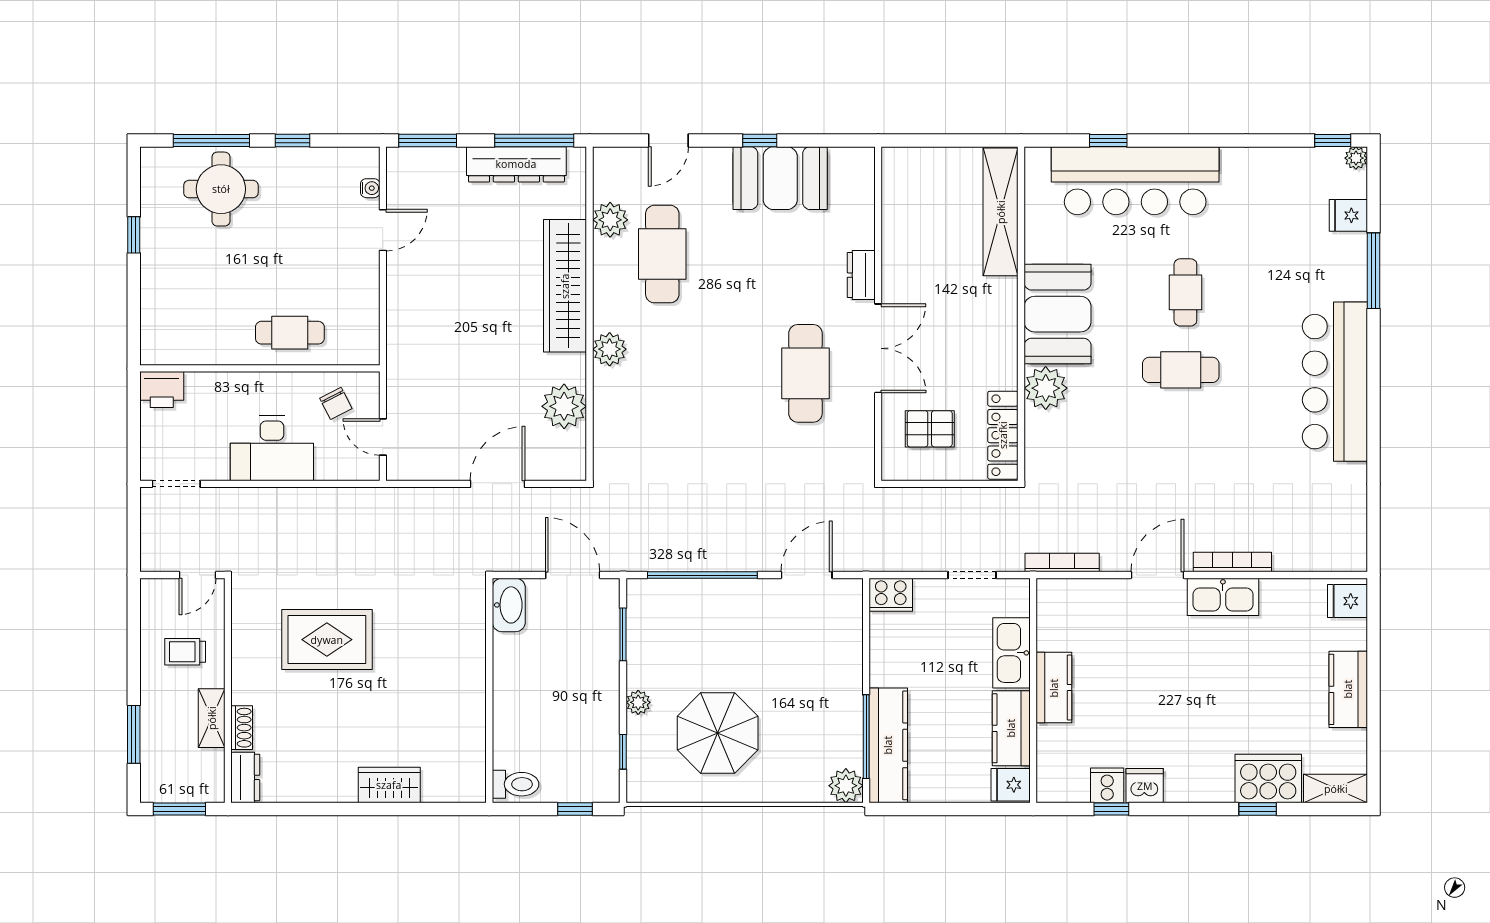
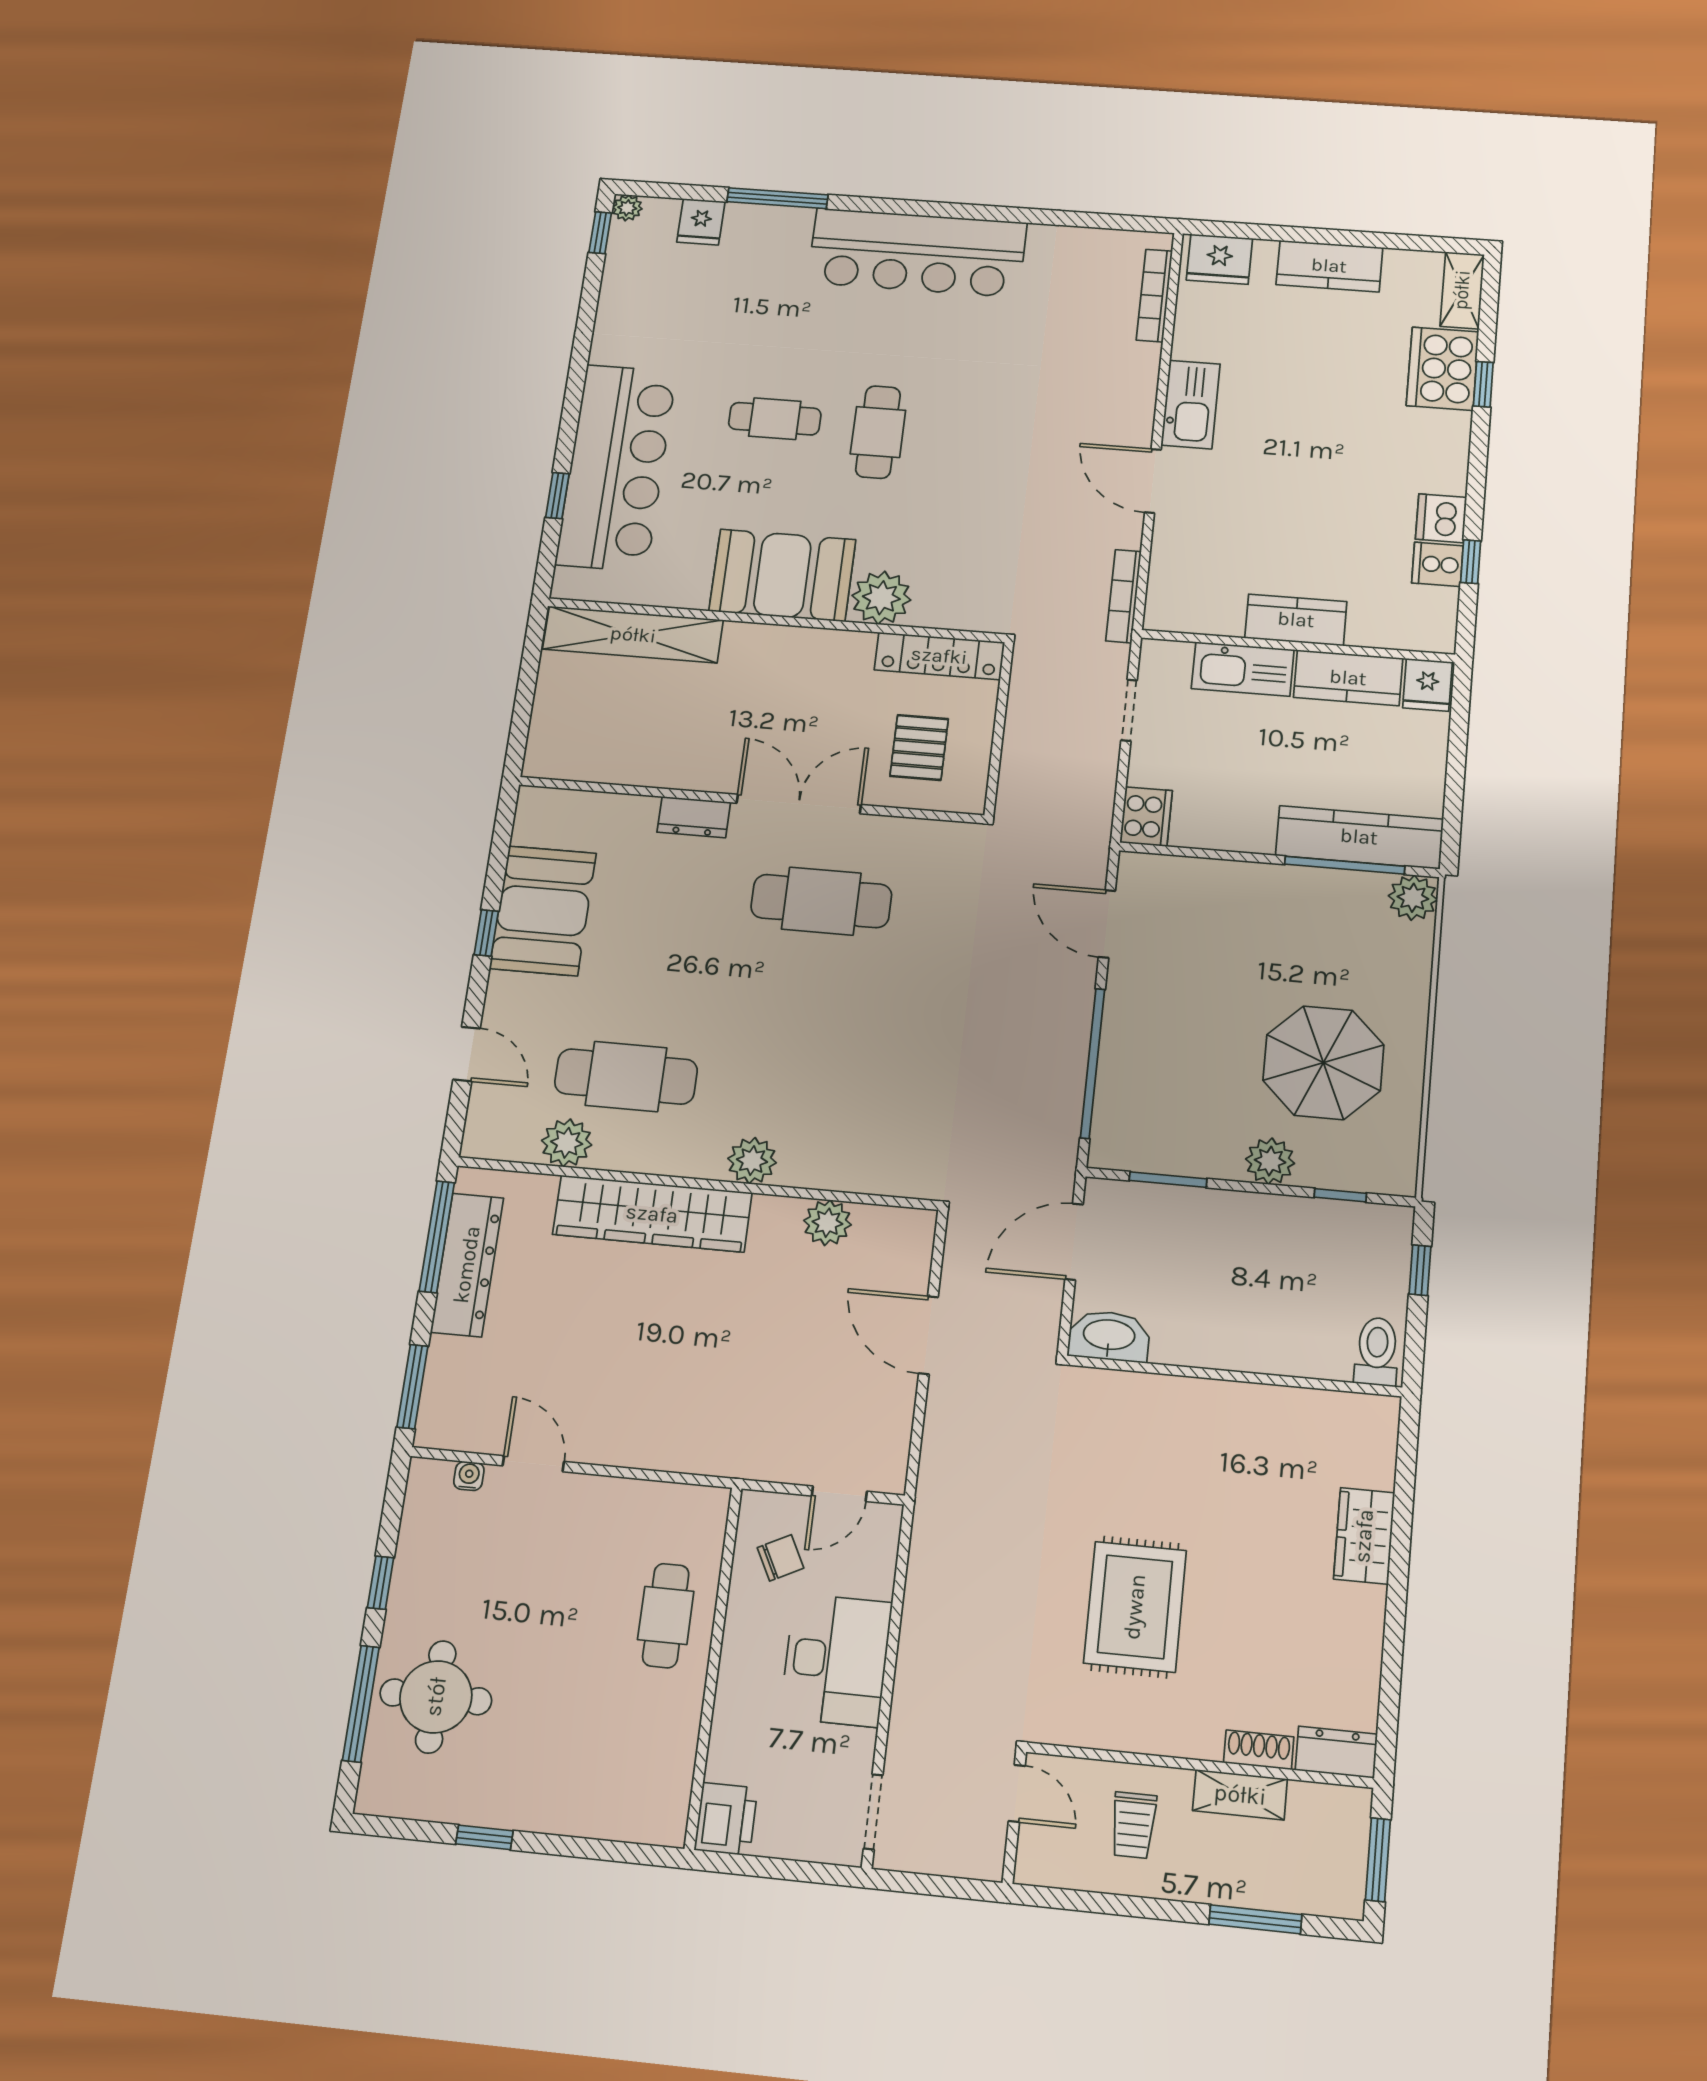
plant: (564, 406) -> (827, 1223), width x0.73, depth x0.73
bookcase: (1232, 562) -> (1154, 295), moved
fridge: (1348, 601) -> (1219, 259), width x1.38
plant: (638, 702) -> (1270, 1161), width x1.38, depth x1.38

